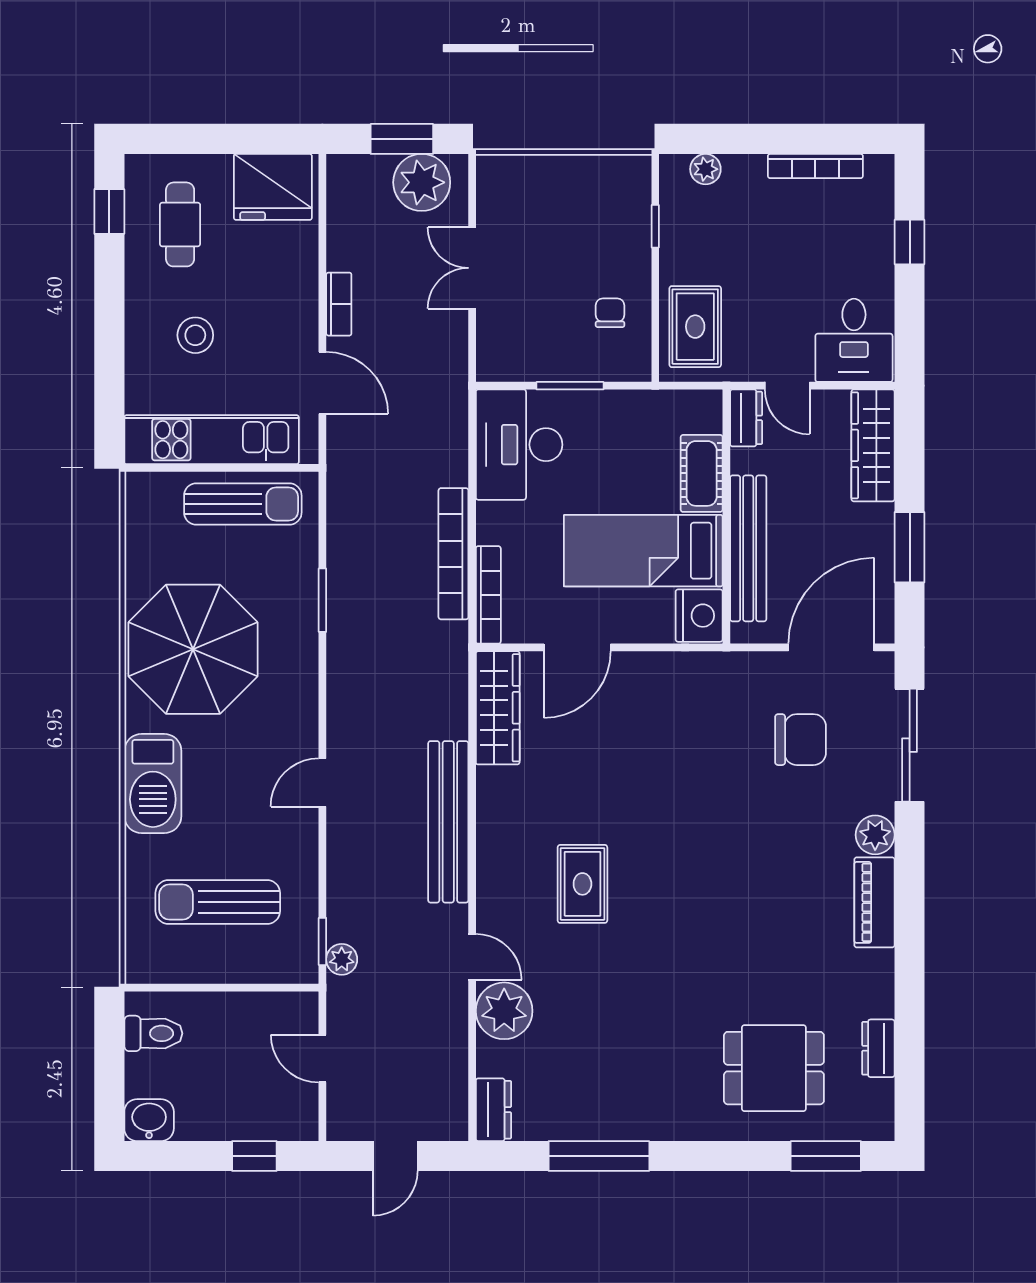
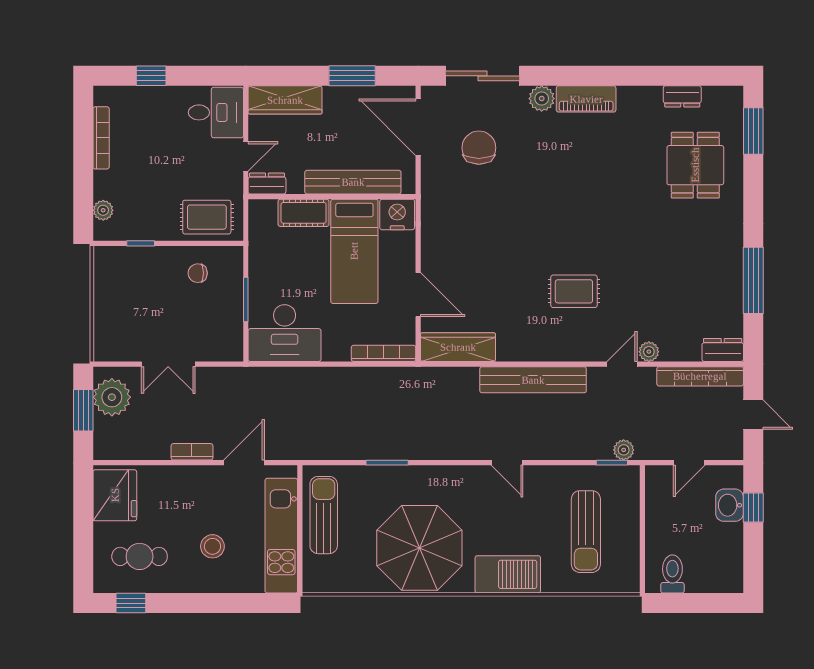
bookcase: (453, 554) -> (700, 376), moved
plant: (504, 1011) -> (649, 352), width x0.53, depth x0.53
washbasin: (149, 1120) -> (730, 505), moved

